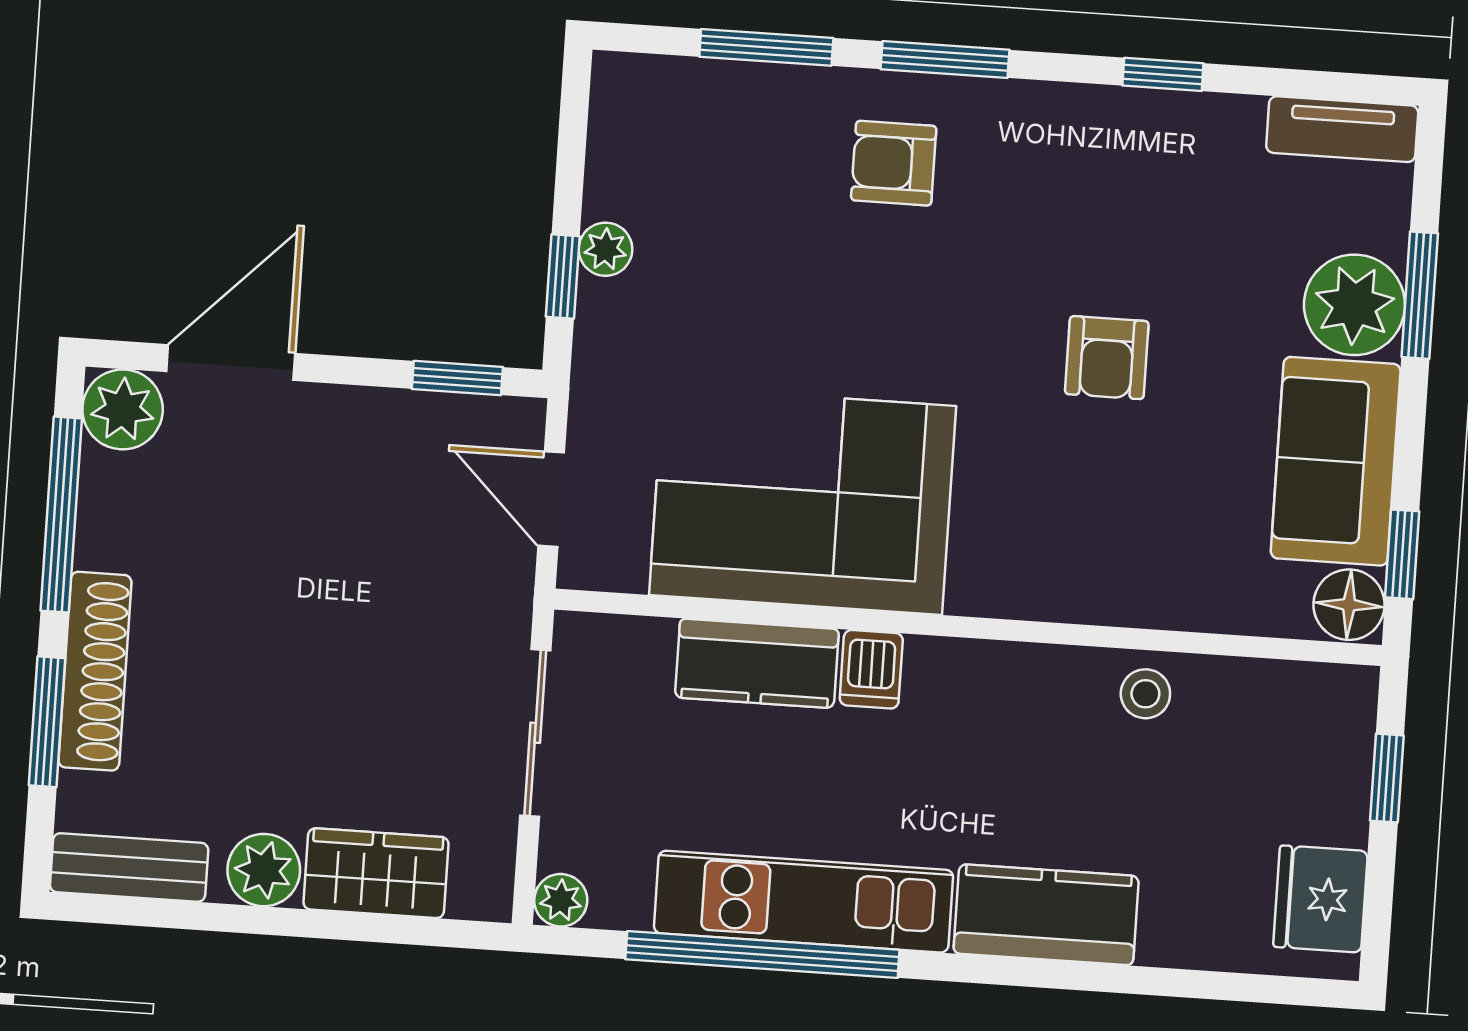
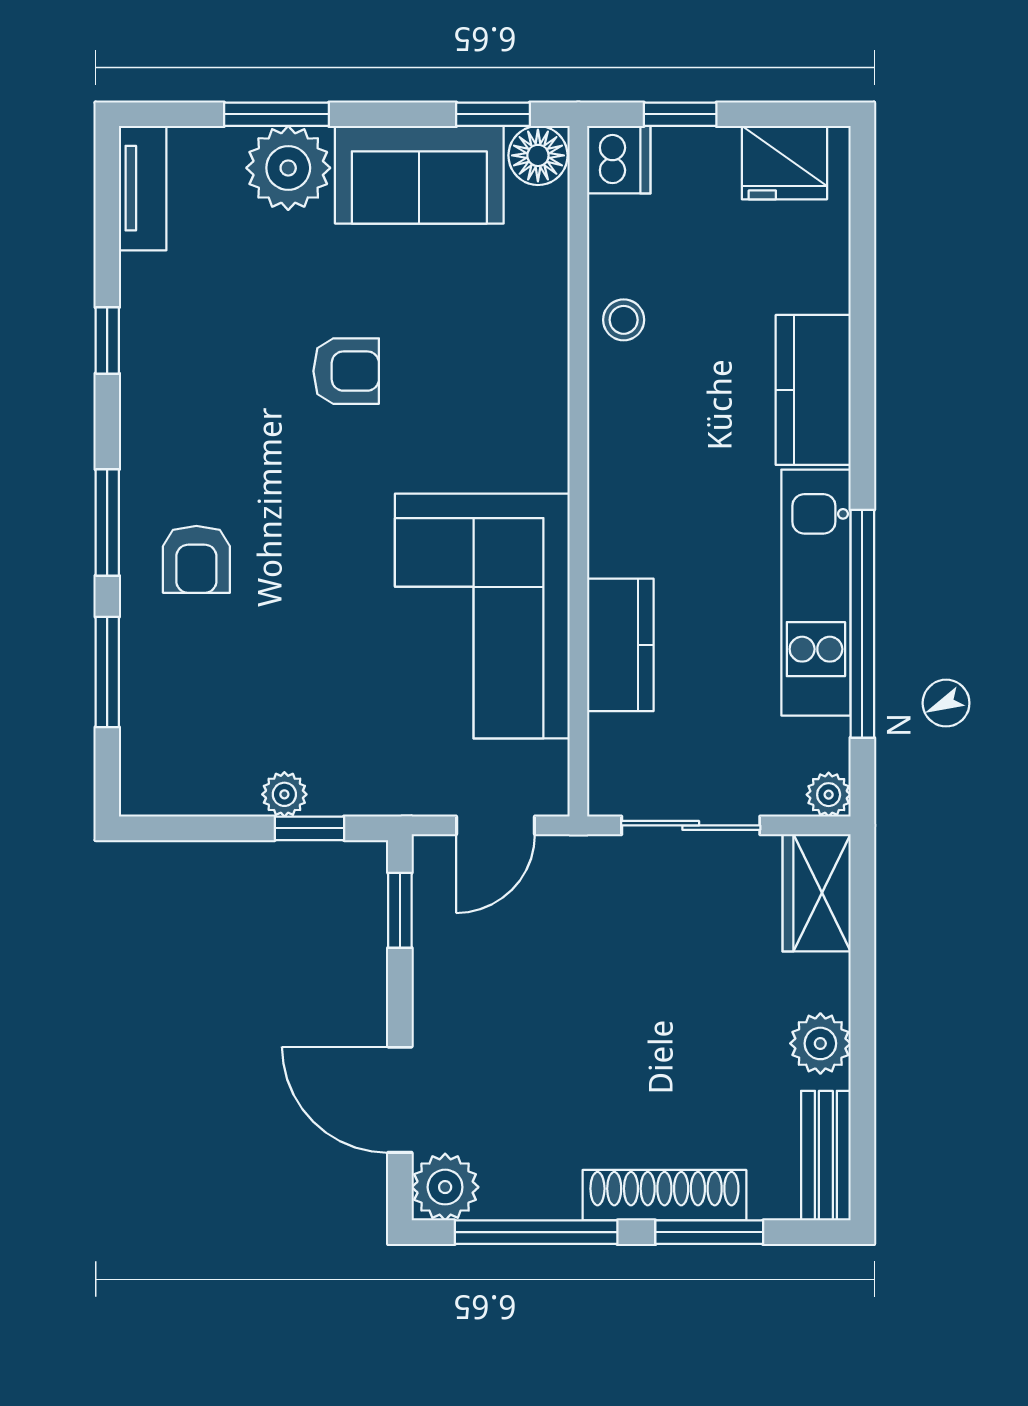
dishwasher: (871, 669) -> (619, 160), moved, width x1.38
wardrobe: (376, 873) -> (817, 893), moved

